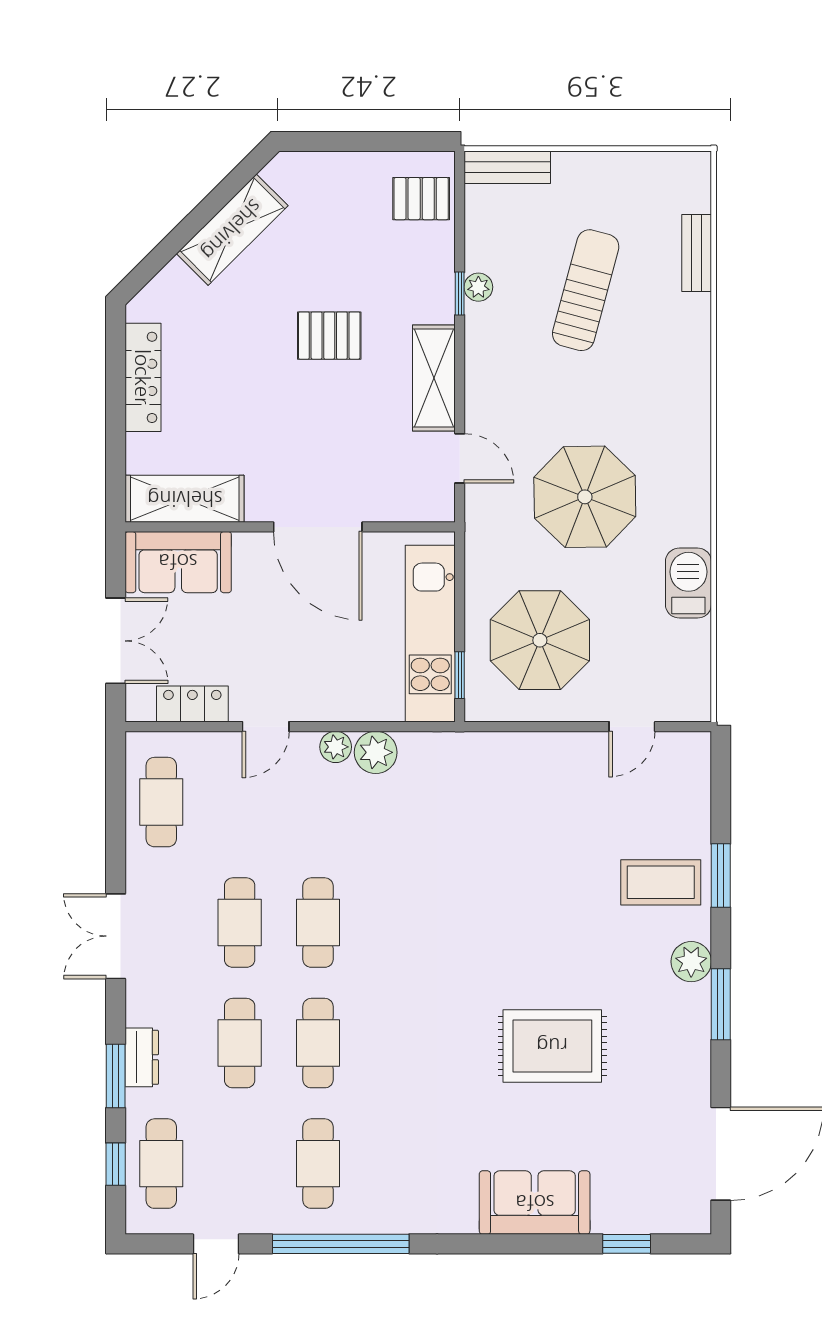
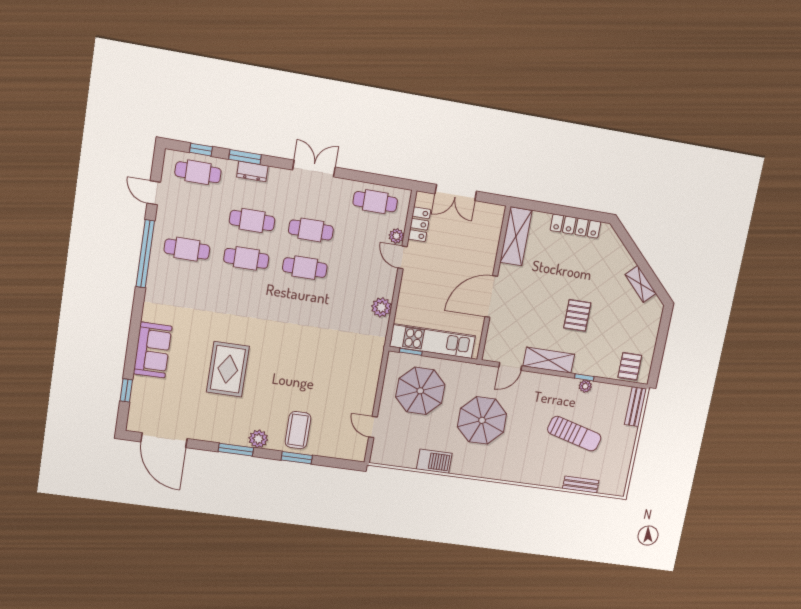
shelving: (232, 230) -> (641, 284), width x0.67, depth x0.75
sofa: (178, 562) -> (487, 228), removed
plant: (336, 747) -> (396, 236), moved

